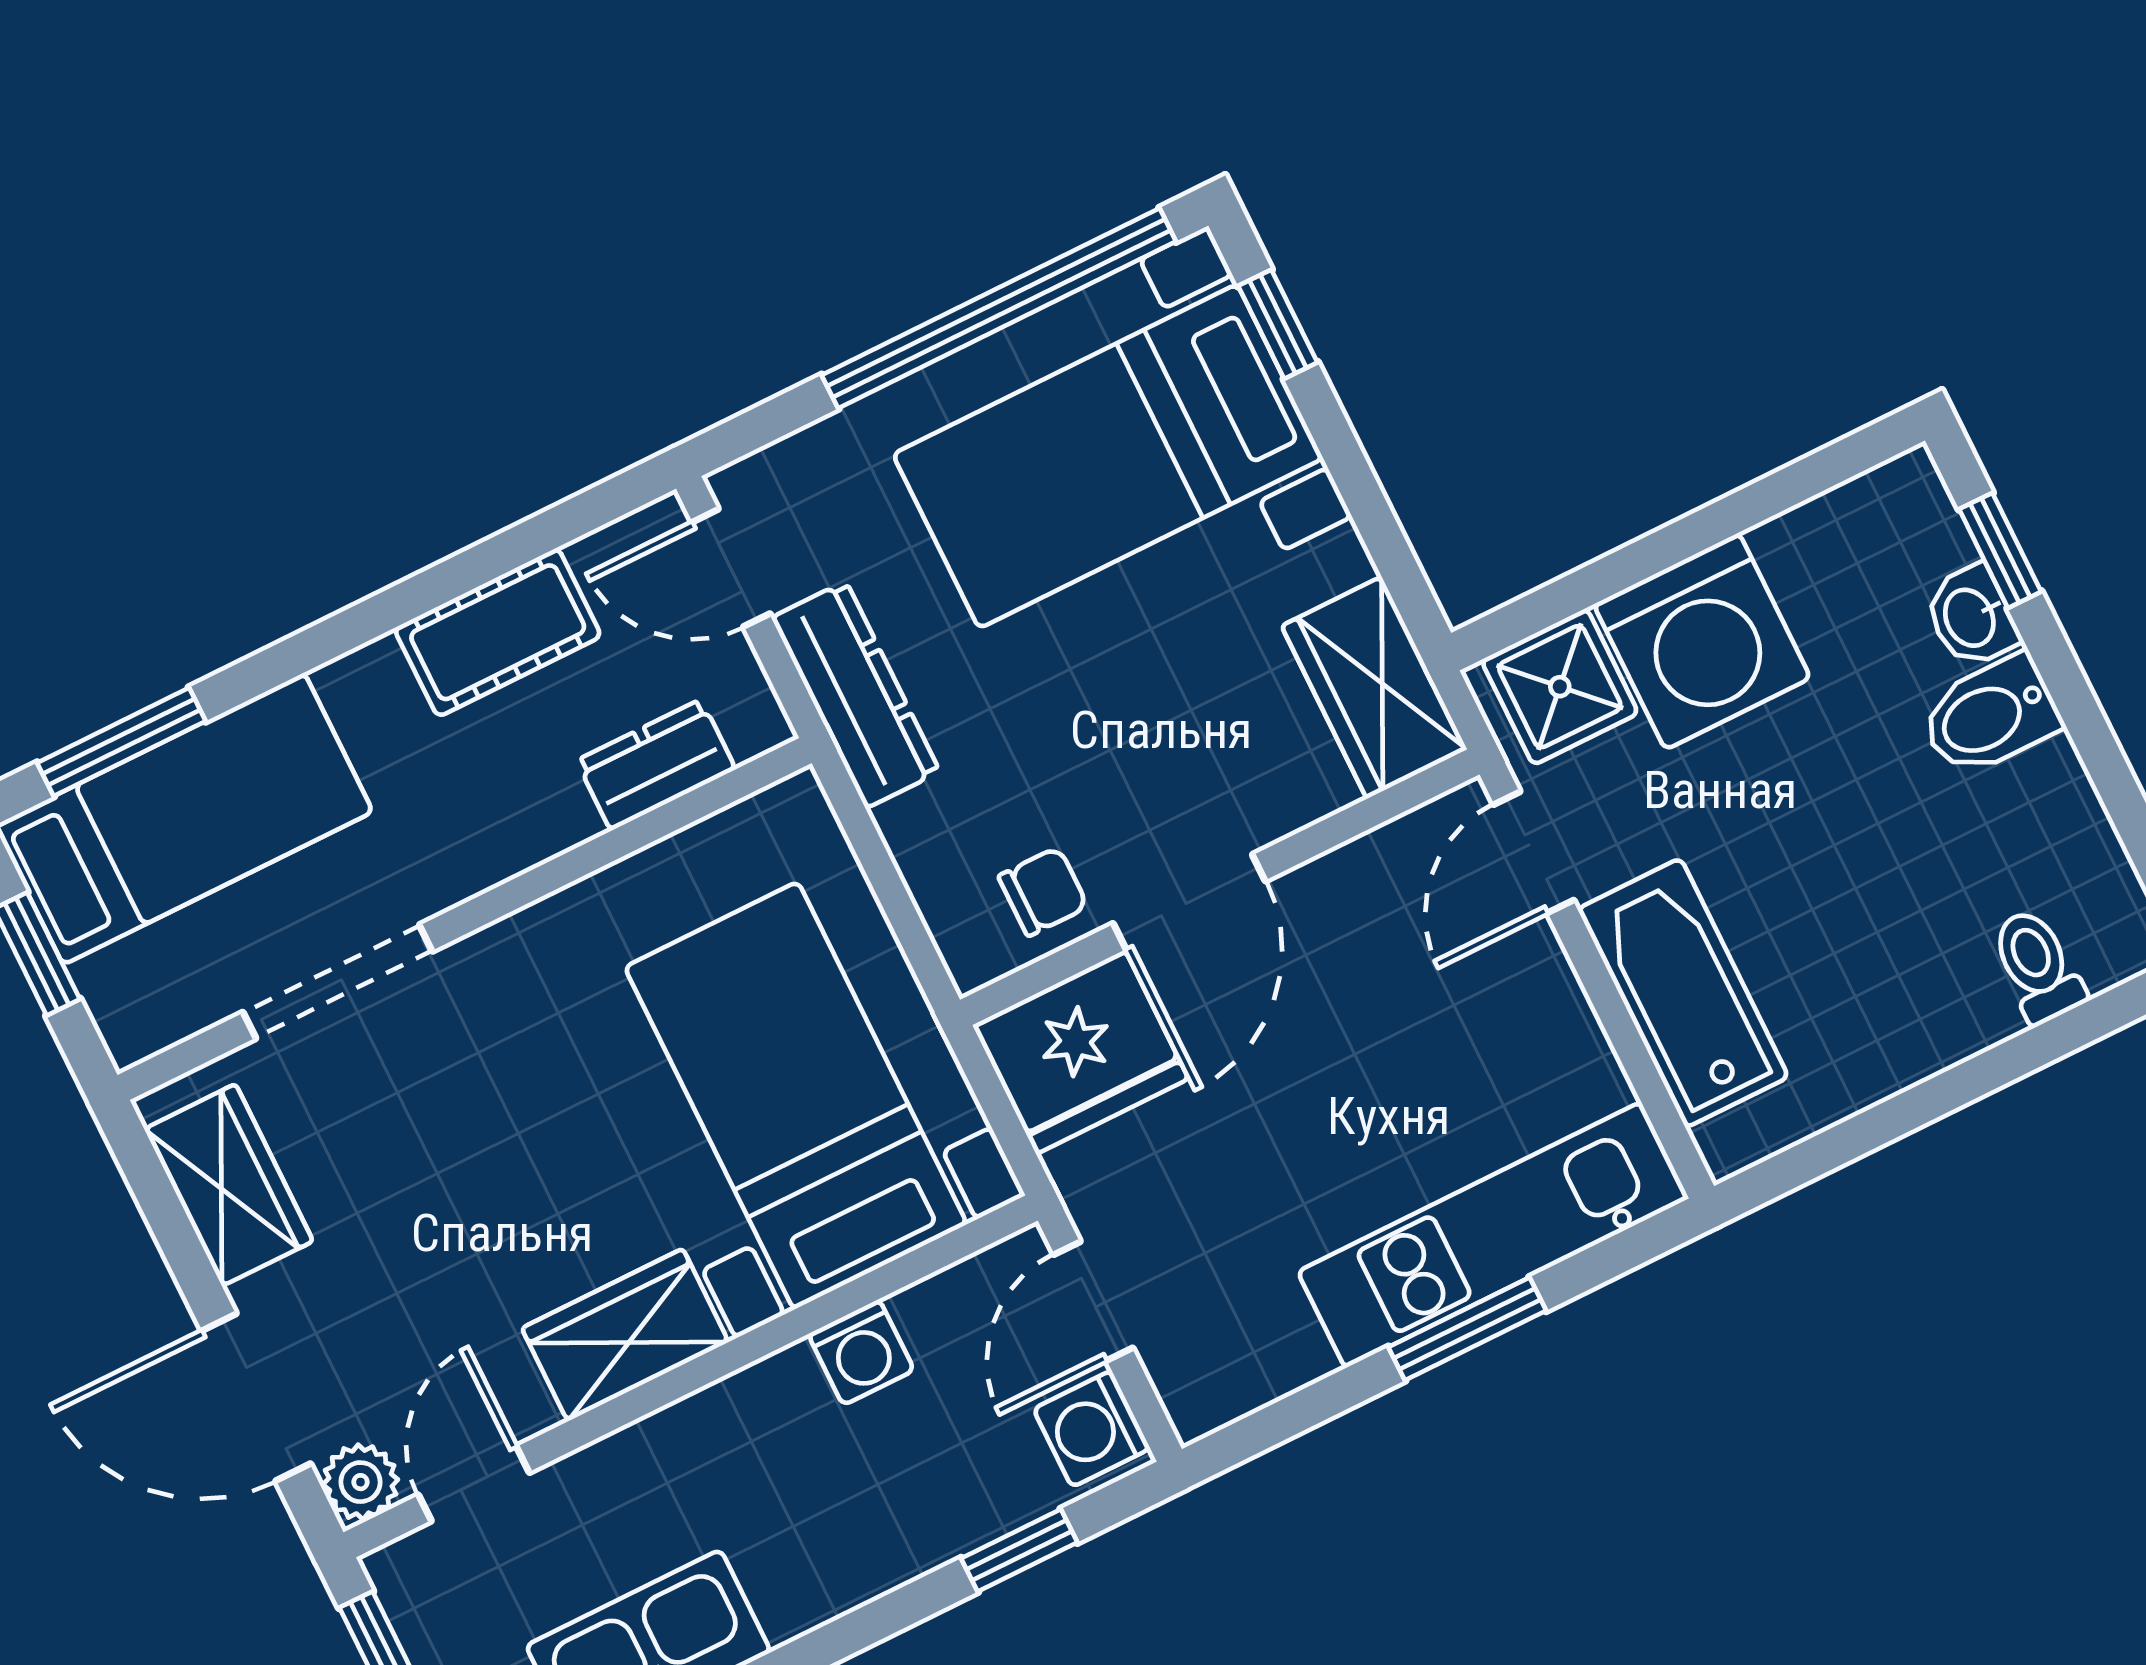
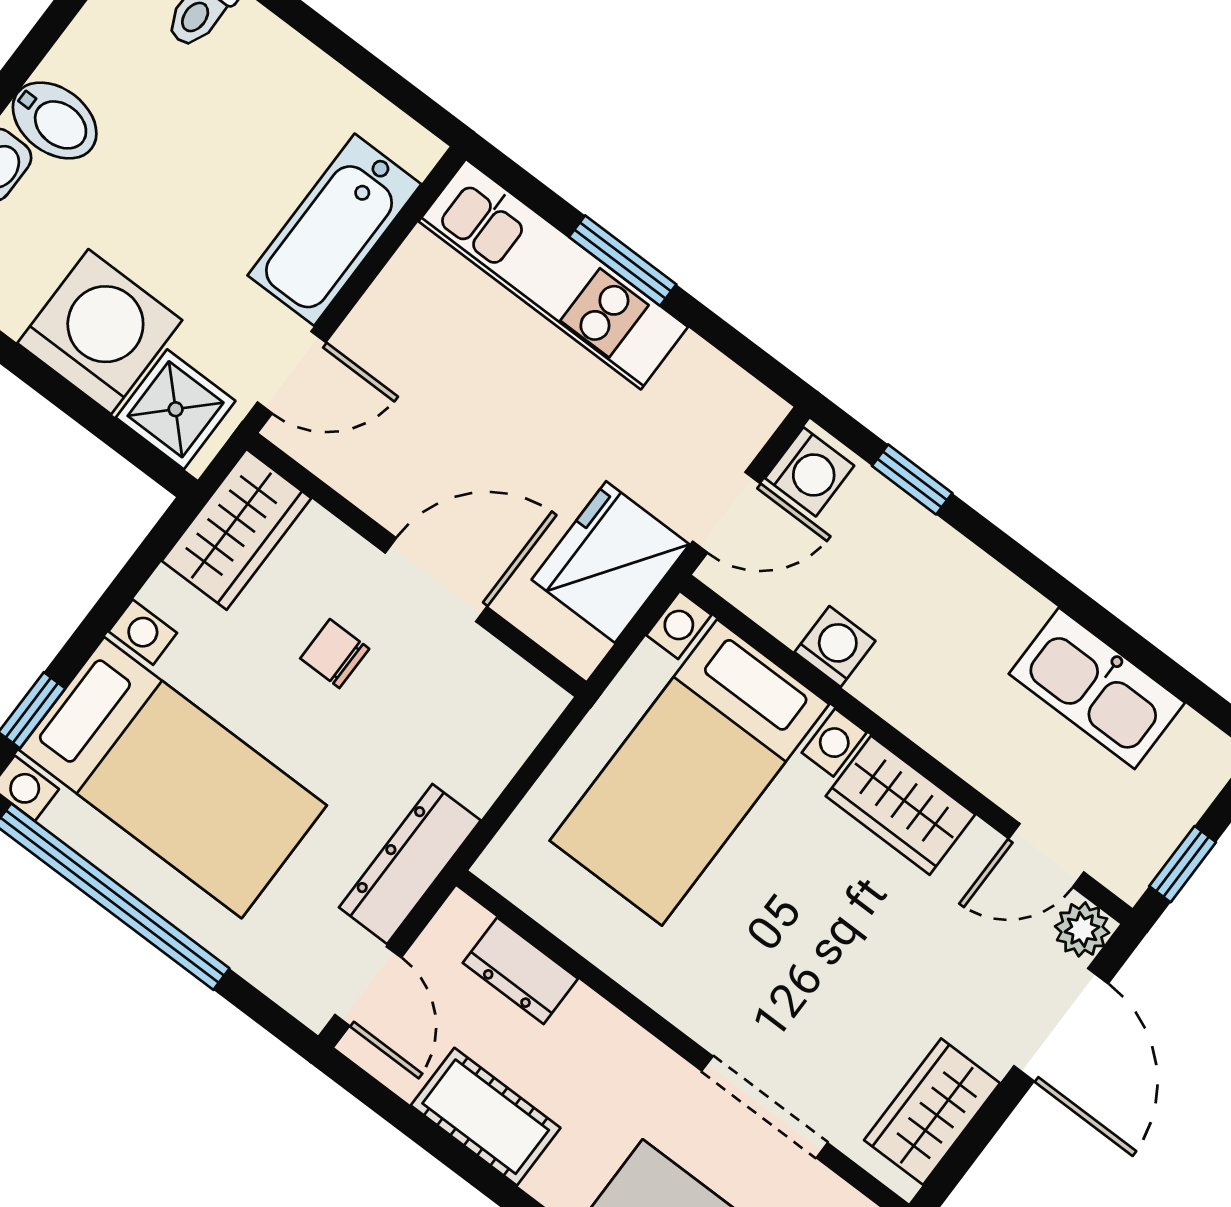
chair: (1043, 891) -> (335, 654), moved
fridge: (1081, 1052) -> (610, 562), moved, turned -90

